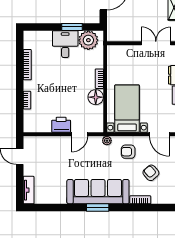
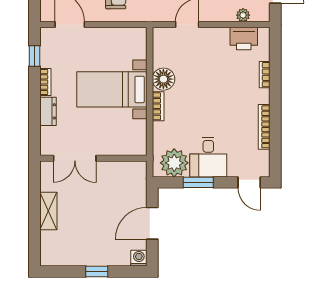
door: (37, 27) -> (249, 182), added
bed with nightstands: (127, 109) -> (112, 89), moved, turned 90
printer: (61, 125) -> (244, 39), moved
plant: (107, 141) -> (243, 15), moved

